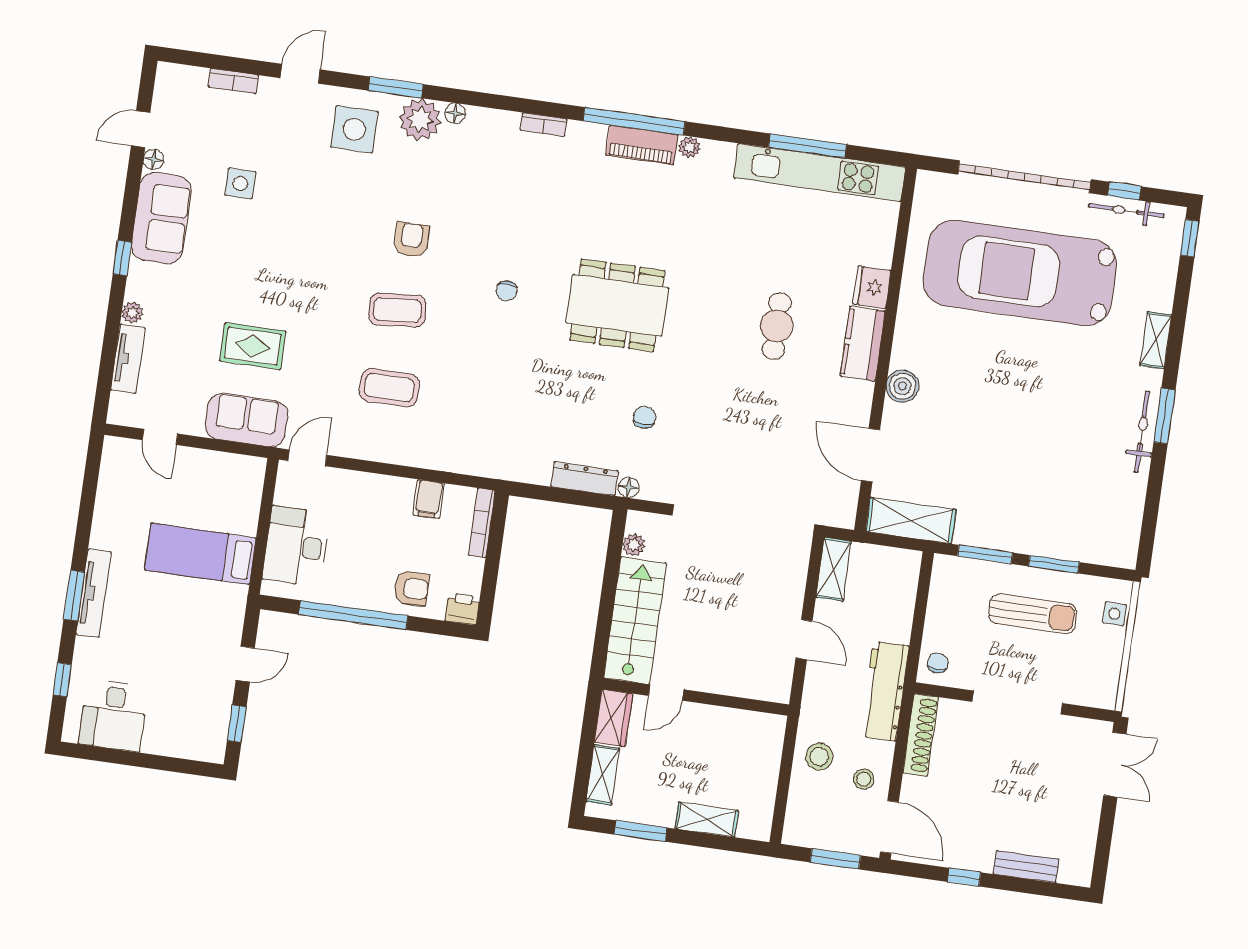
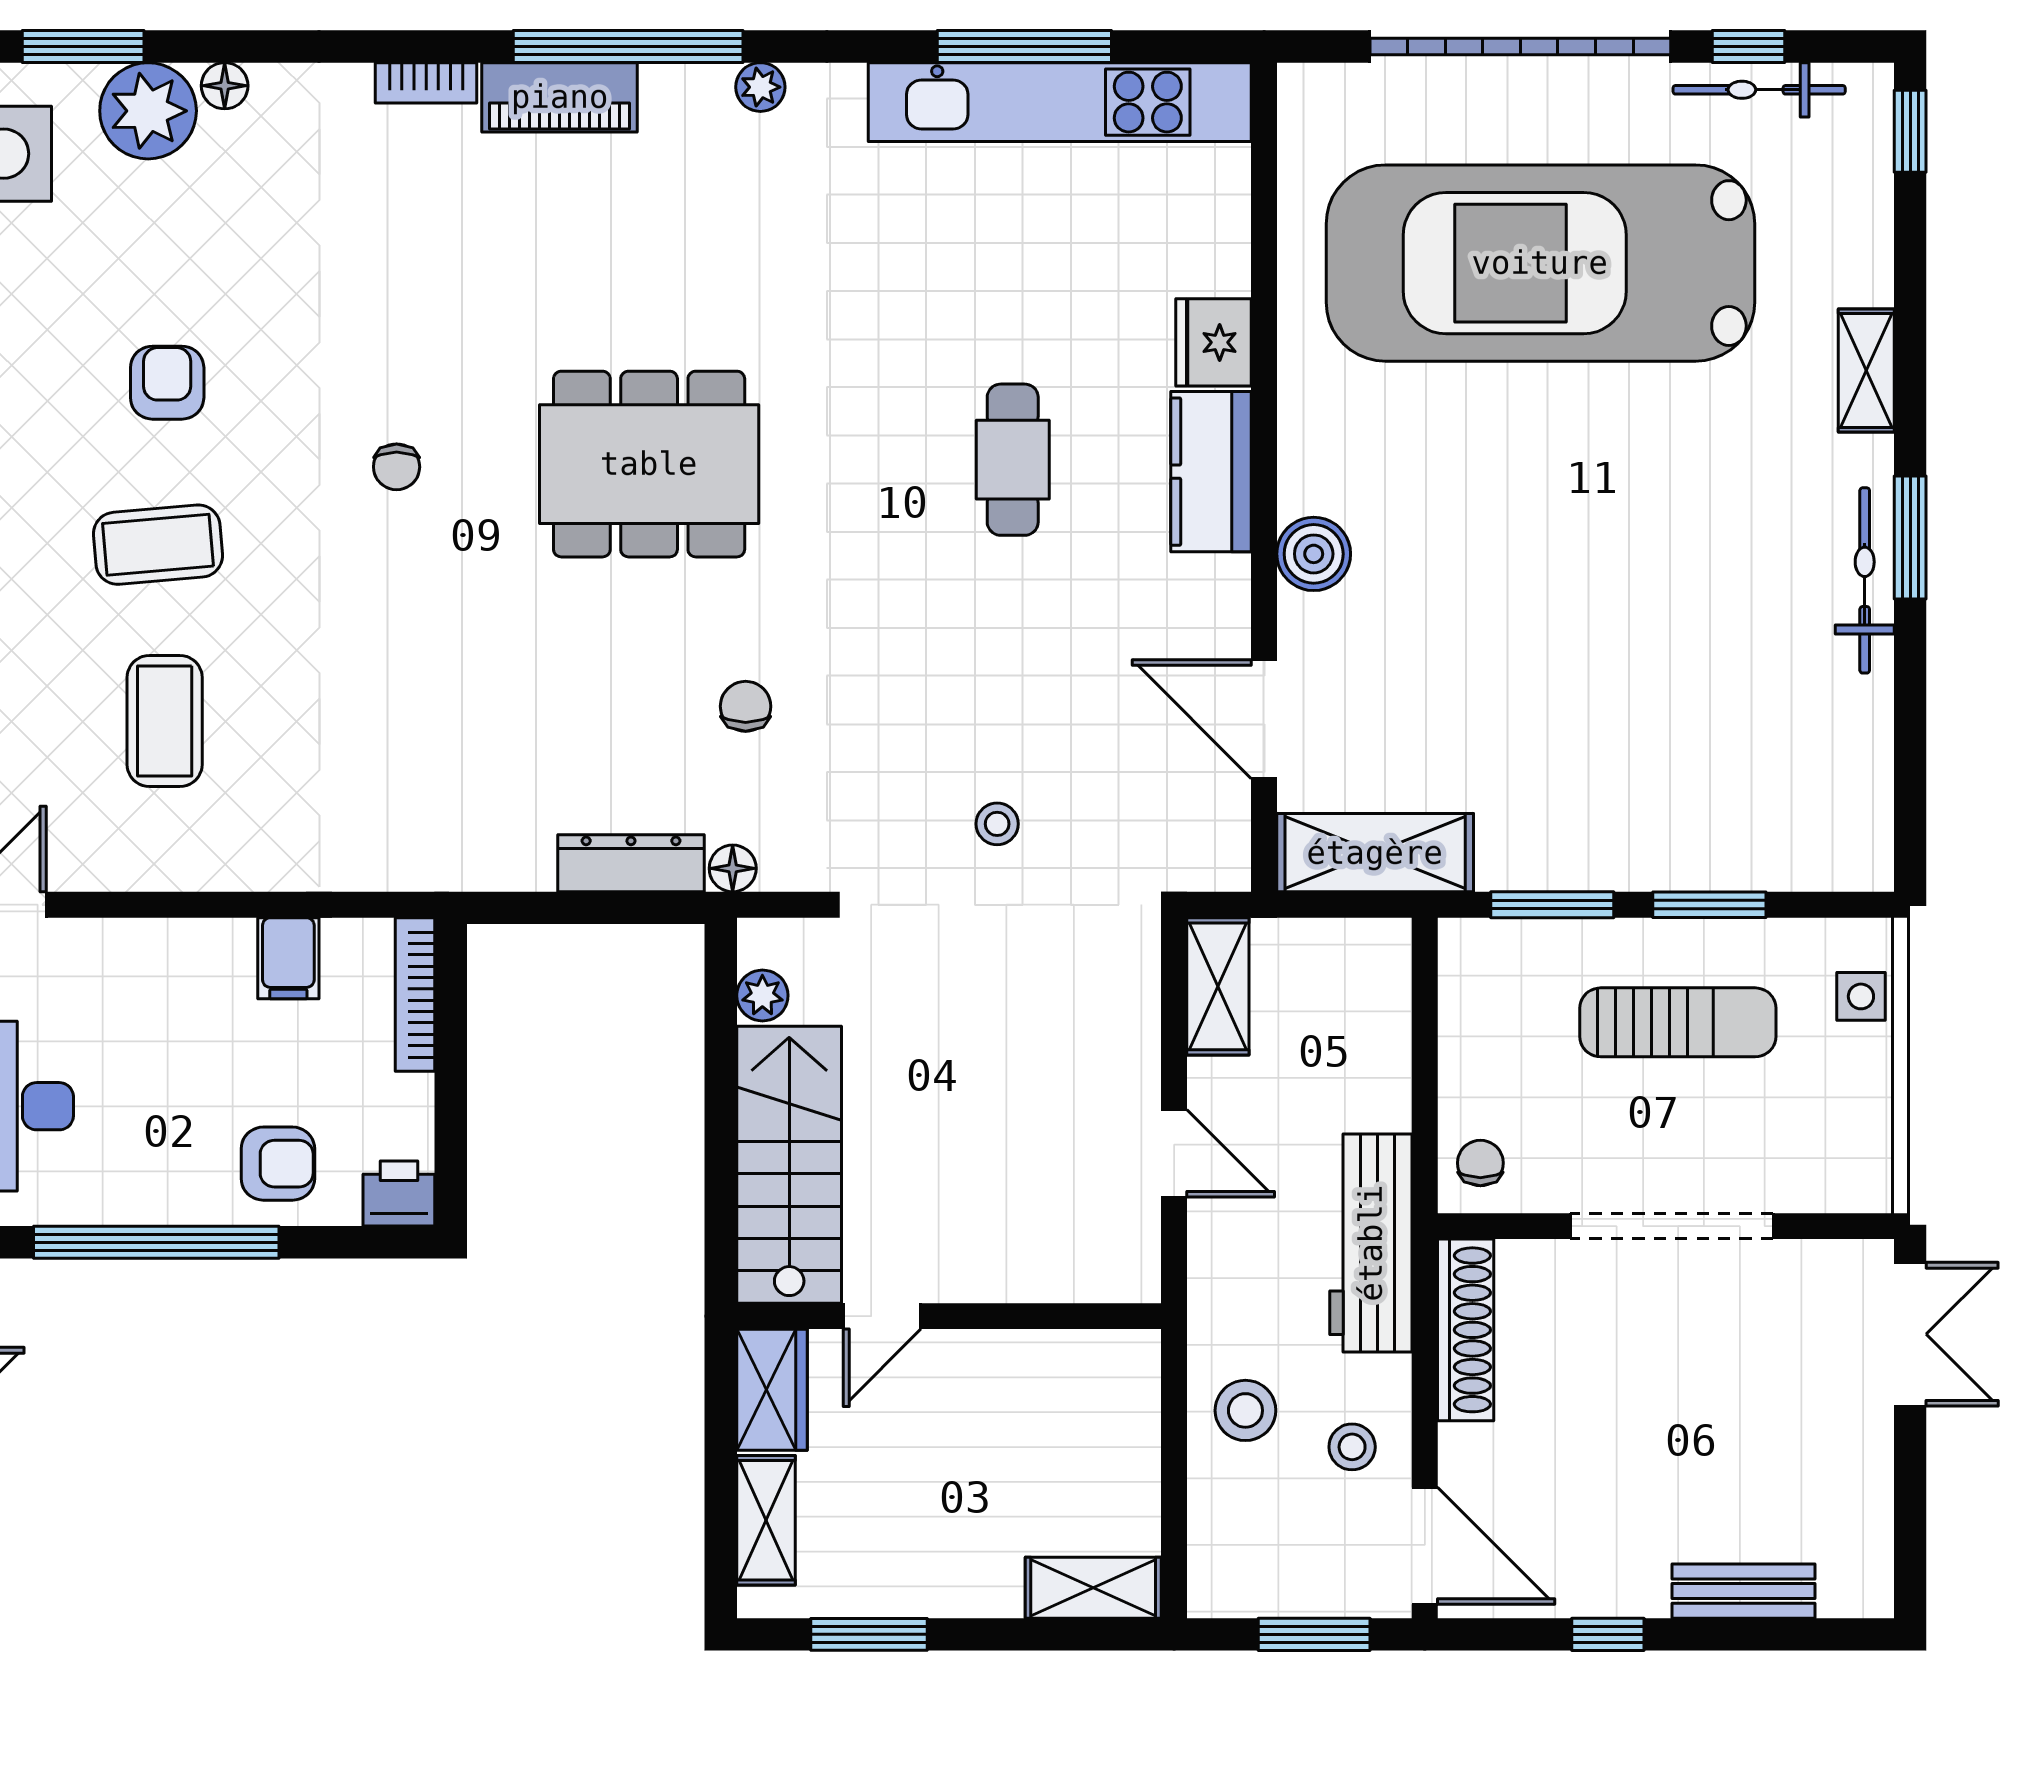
piano: (642, 145) -> (560, 97), moved
coffee table: (389, 388) -> (165, 721), turned 90
stool: (747, 484) -> (997, 824), added
shelving: (707, 820) -> (1093, 1588), moved

